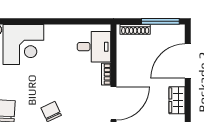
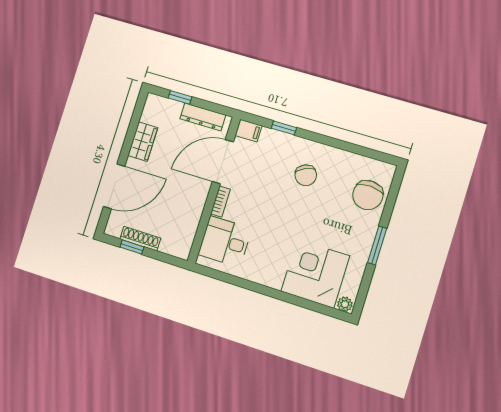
window: (160, 21) -> (132, 247), width x0.46
shoe rack: (135, 29) -> (140, 239), moved

